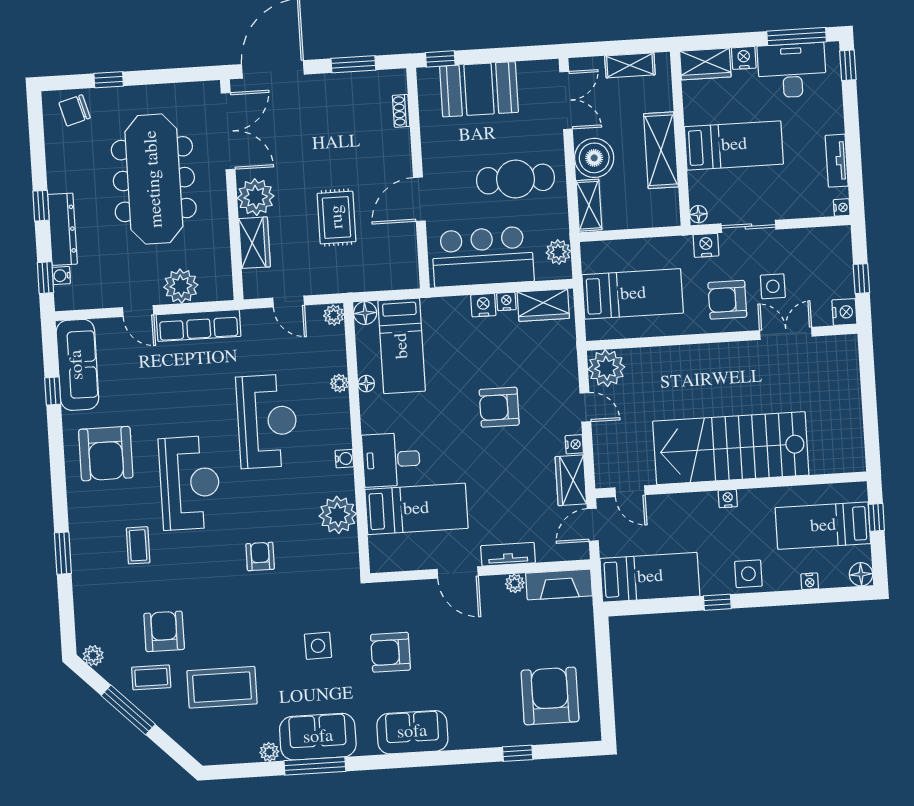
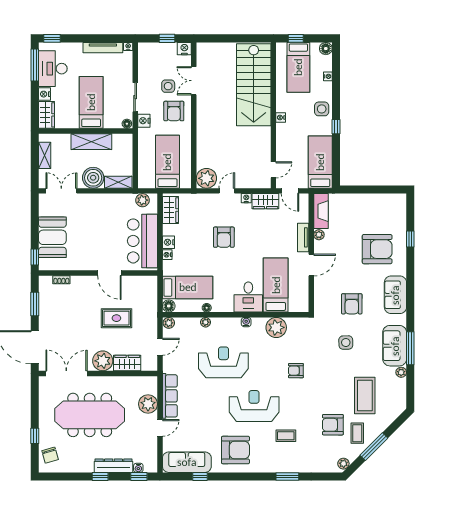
tv unit: (837, 161) -> (103, 48), width x1.41
cafe table: (515, 179) -> (102, 221), removed
nightstand: (506, 301) -> (167, 255), moved
stairs: (731, 448) -> (254, 85), moved
armchair: (550, 696) -> (377, 249), moved, turned 180

